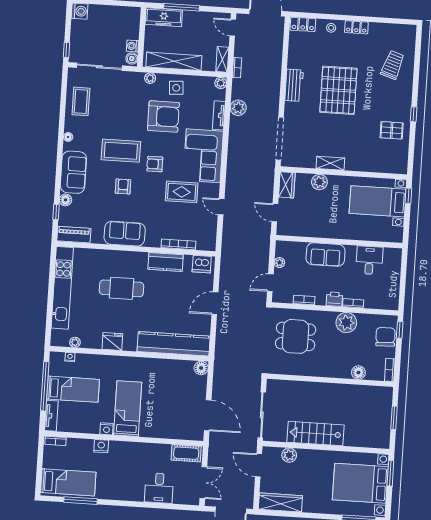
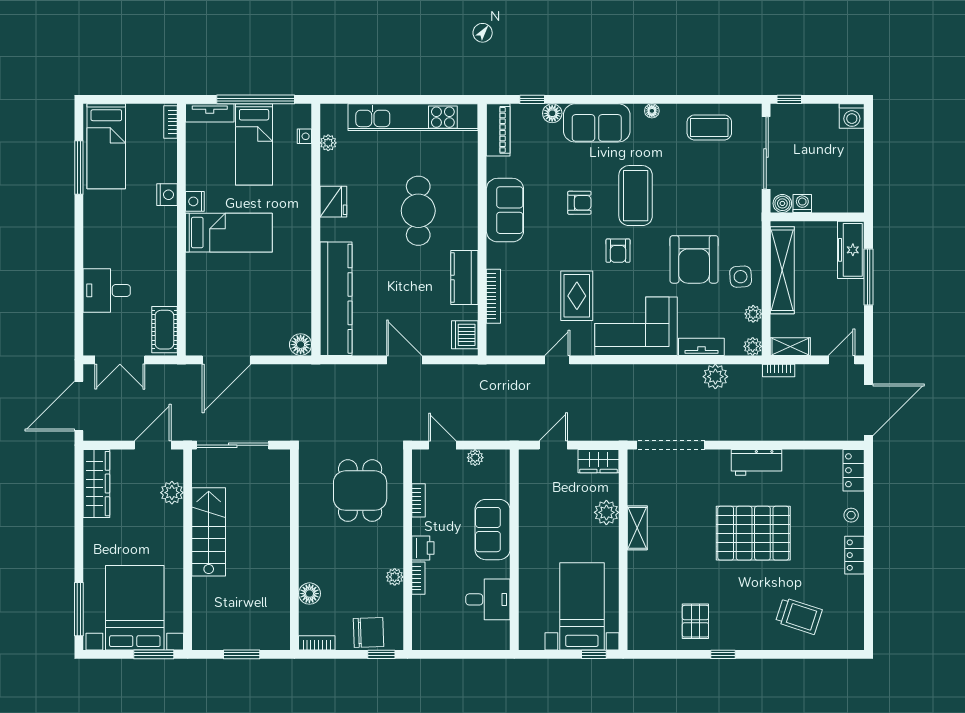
plant: (150, 78) -> (753, 314), moved
armchair: (155, 164) -> (618, 251), turned 180
plant: (346, 323) -> (395, 577), width x0.53, depth x0.53

